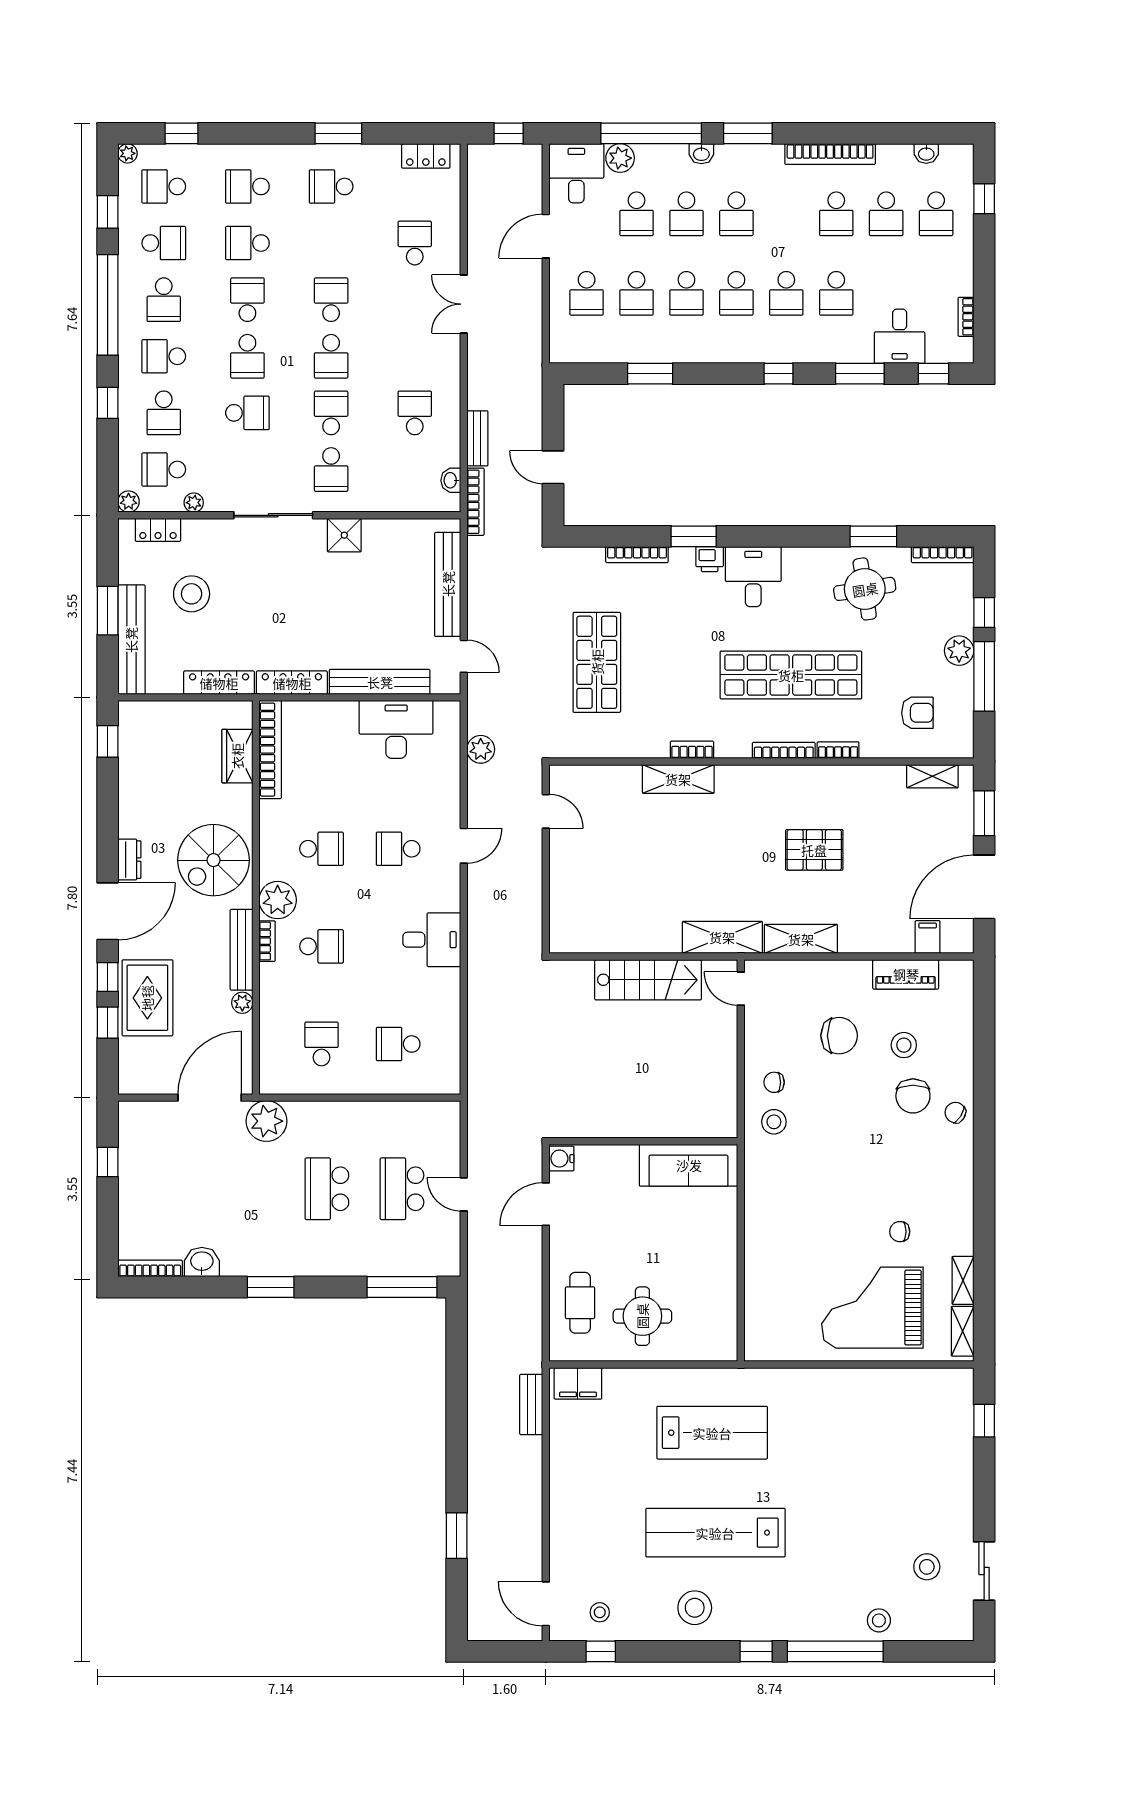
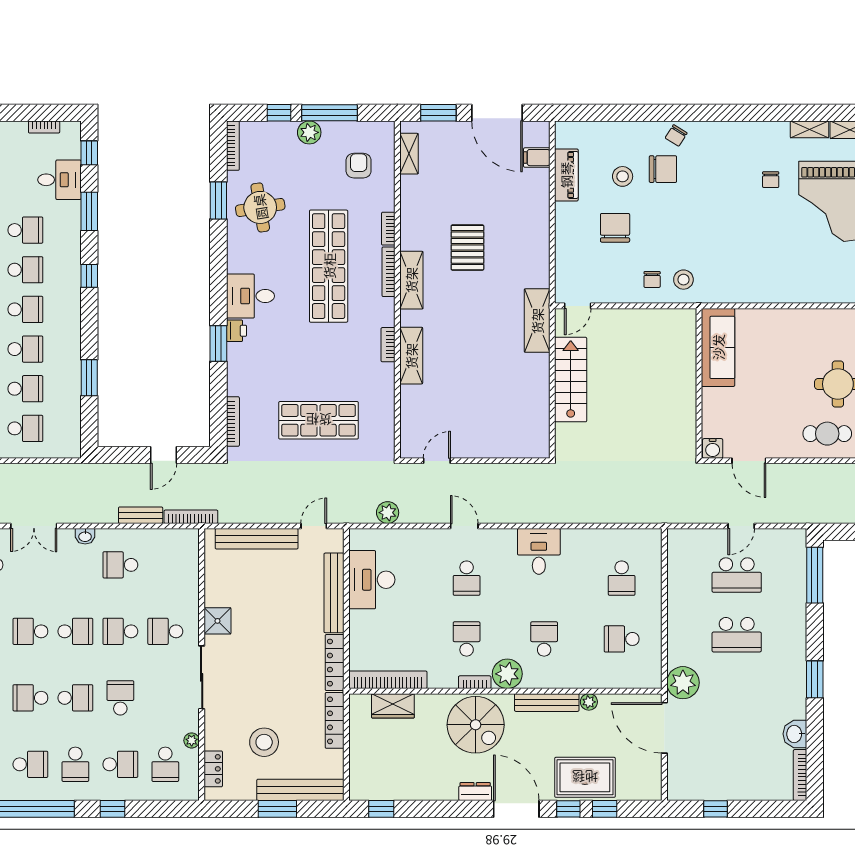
school desk: (331, 469) -> (165, 631), turned 180
washbasin: (451, 480) -> (85, 536), moved
plant: (129, 502) -> (191, 792), removed
bookcase: (637, 555) -> (233, 422), moved
shelving: (801, 939) -> (411, 280), moved
bookcase: (267, 941) -> (475, 682), moved

